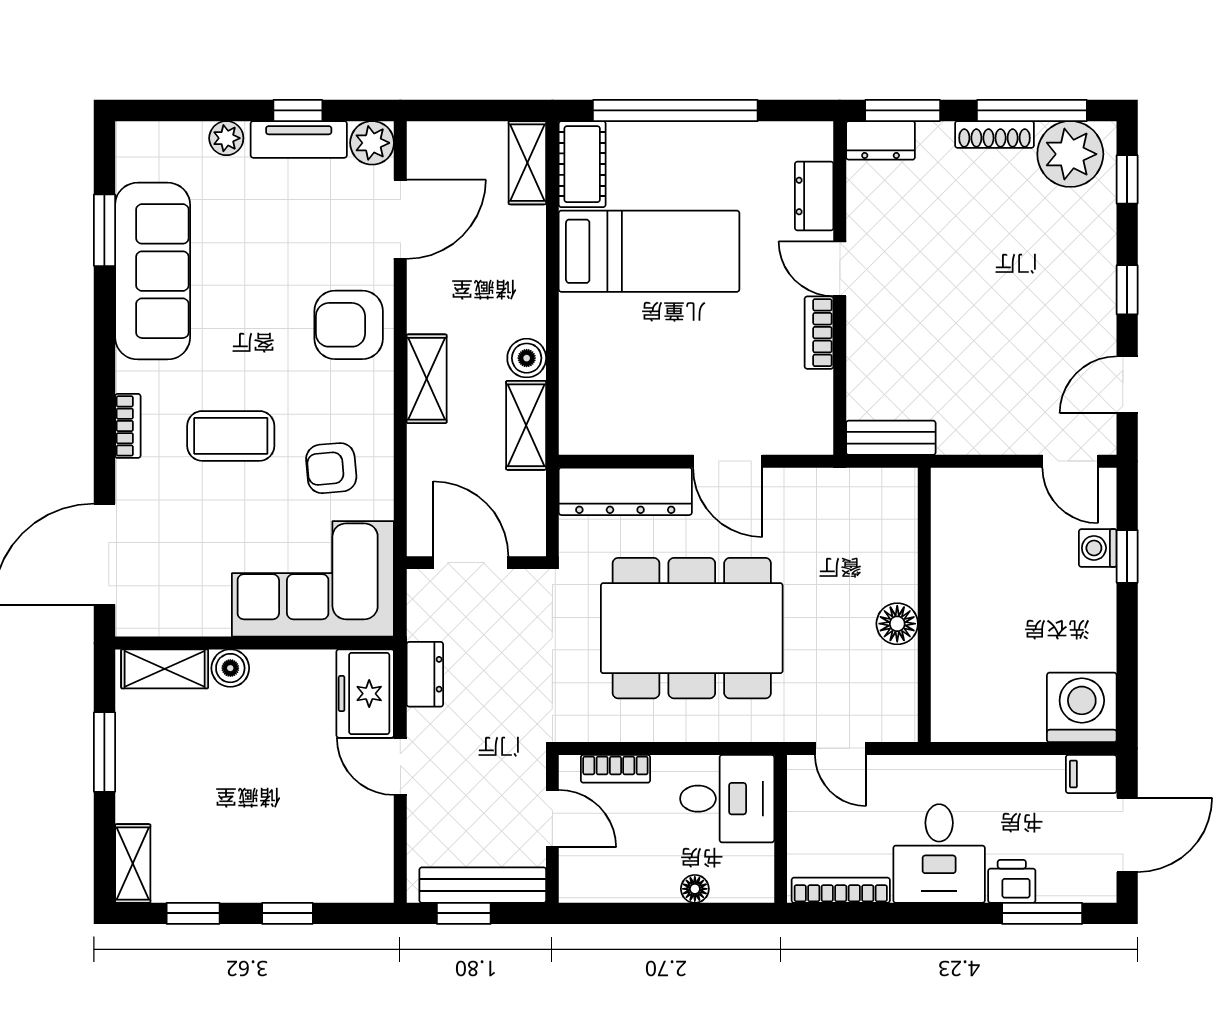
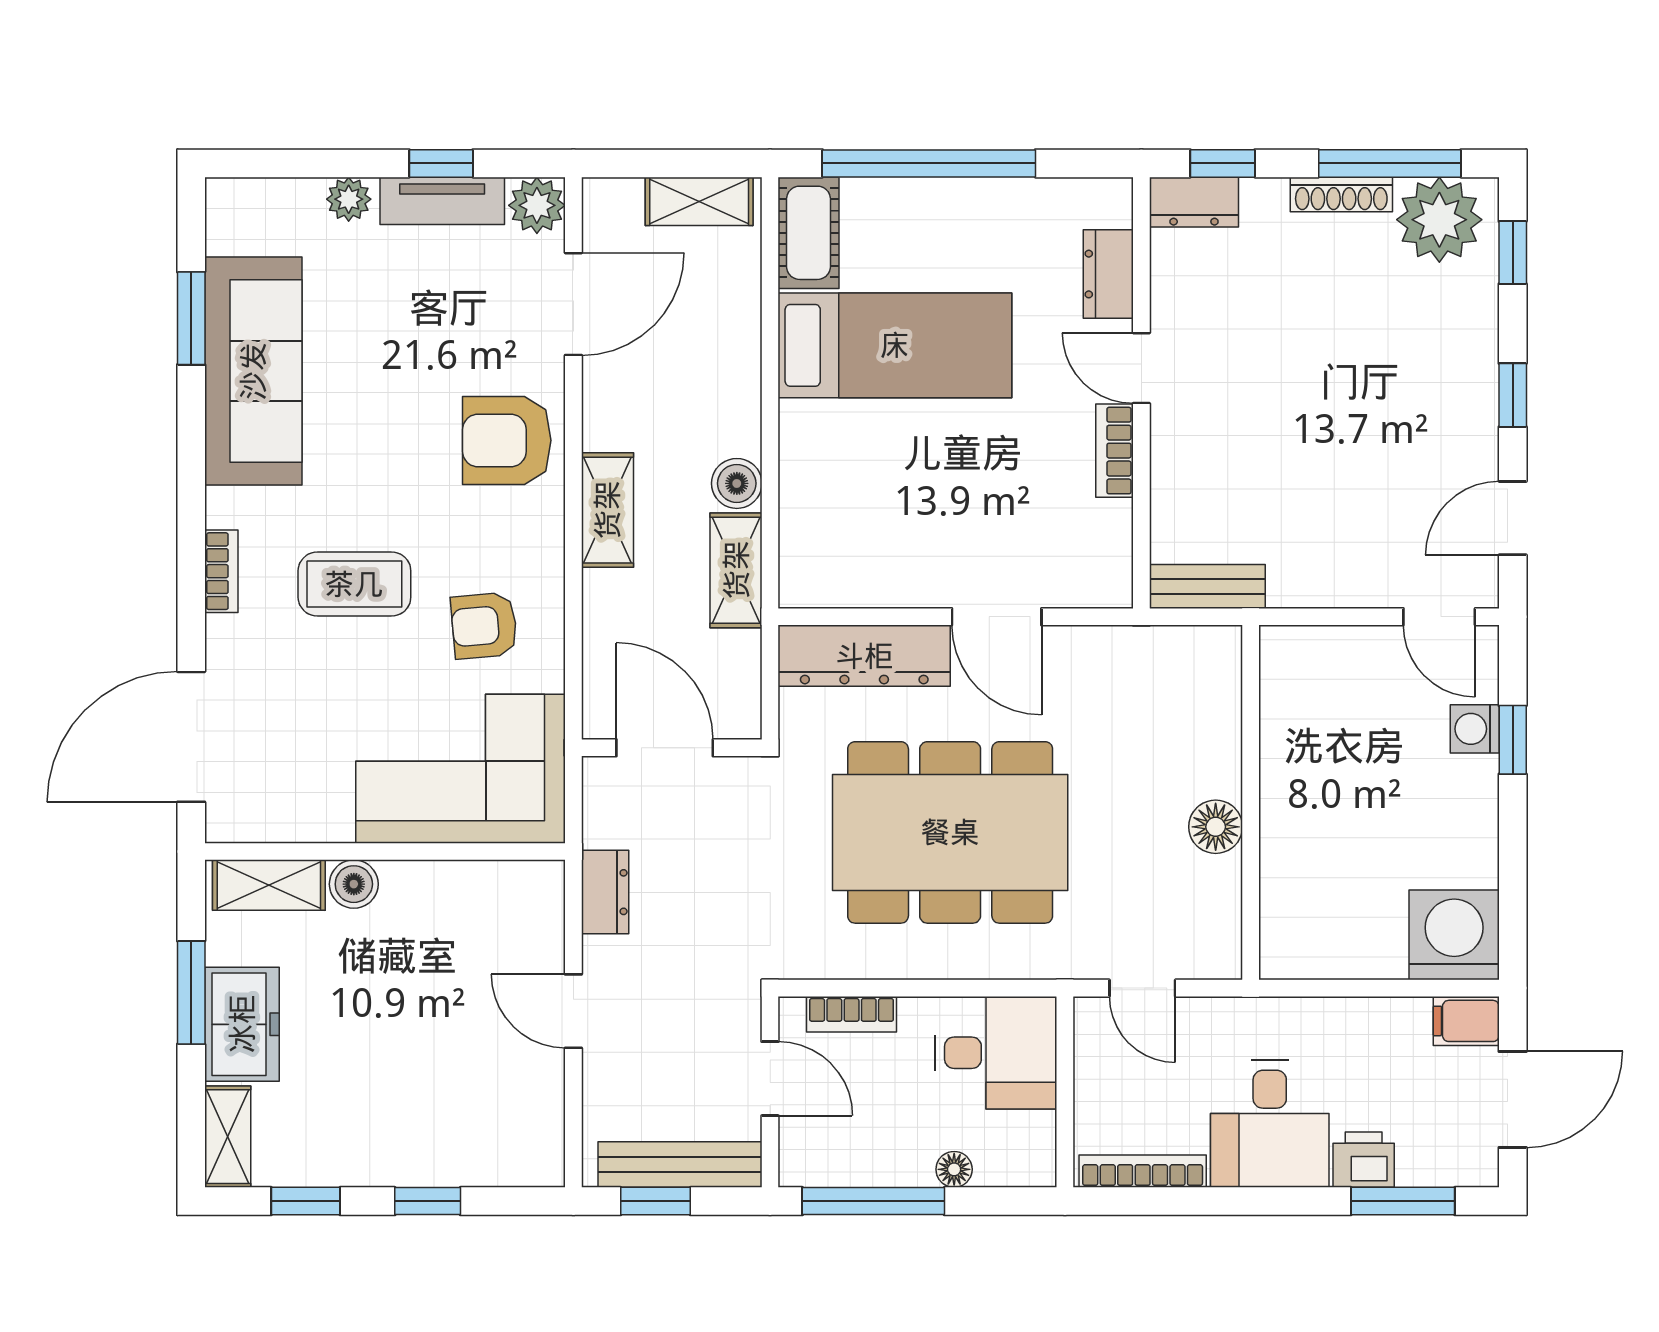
window: (903, 110) -> (1223, 163), width x0.67
shelving: (527, 163) -> (699, 201), moved, turned 90
freezer: (365, 694) -> (242, 1024), moved, turned 180
window: (632, 913) -> (873, 1201), added

